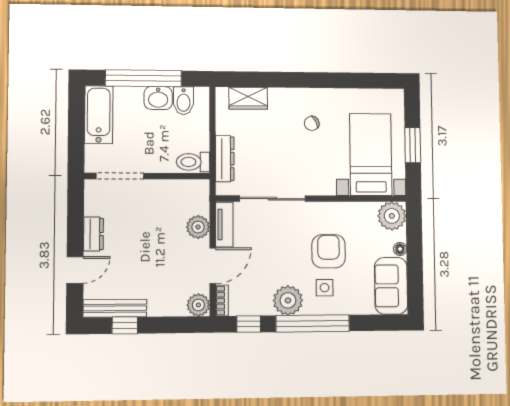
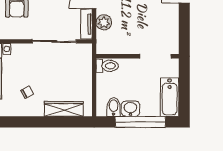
wardrobe: (248, 98) -> (64, 109), width x1.50
dresser: (225, 159) -> (86, 68), removed
dresser: (93, 234) -> (172, 18), removed

